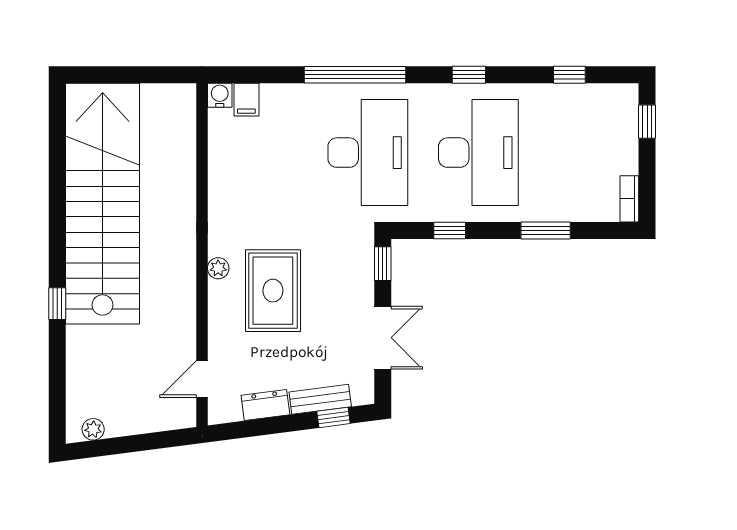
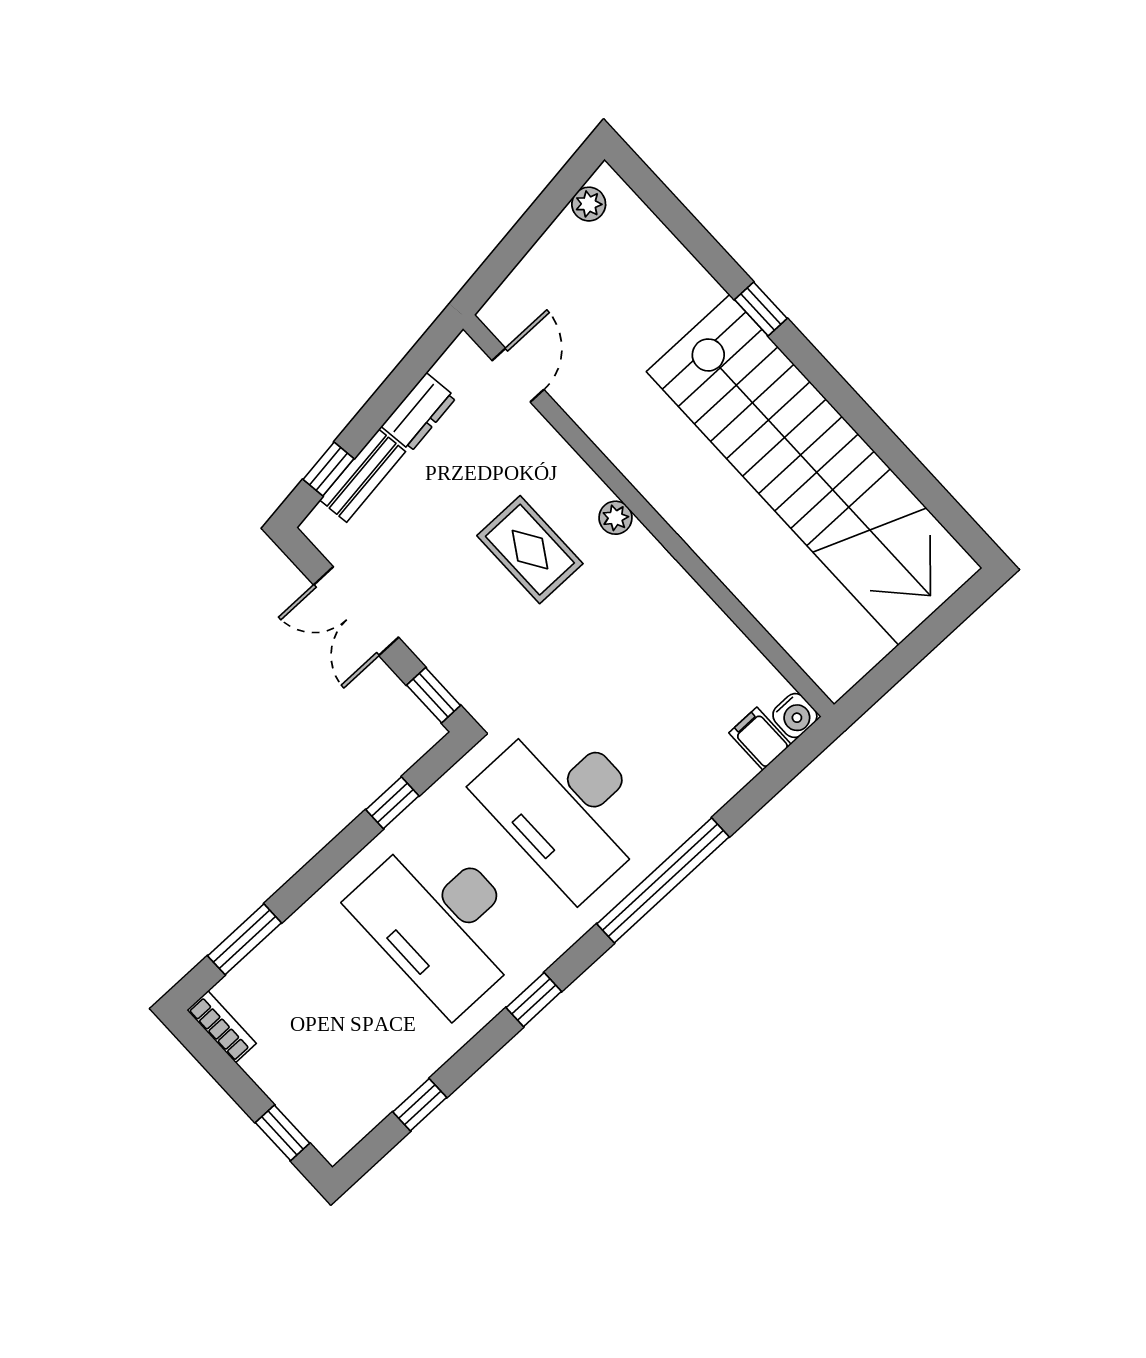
window: (546, 230) -> (245, 939), moved
rug: (273, 291) -> (530, 550), width x0.73, depth x0.70

